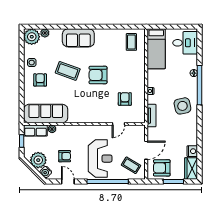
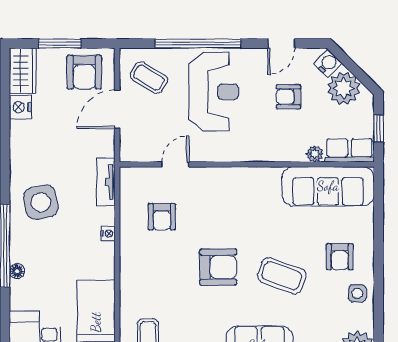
reception desk: (100, 159) -> (214, 92), turned 180
armchair: (162, 168) -> (84, 72), turned 90
door: (68, 181) -> (281, 44), hinge flipped

